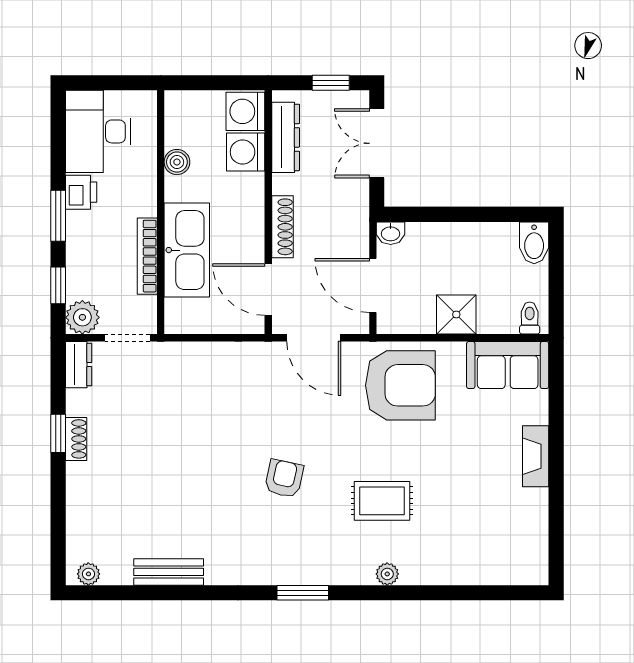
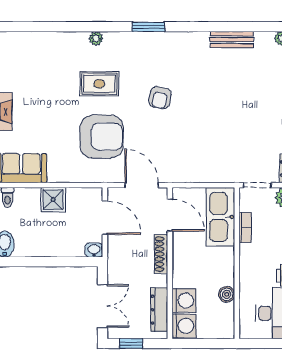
kitchen sink: (187, 250) -> (221, 217), moved
bookcase: (147, 256) -> (245, 227), width x0.64
armchair: (400, 385) -> (102, 137), moved, turned 180

